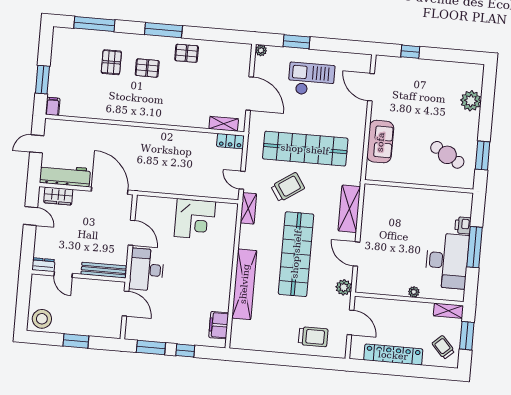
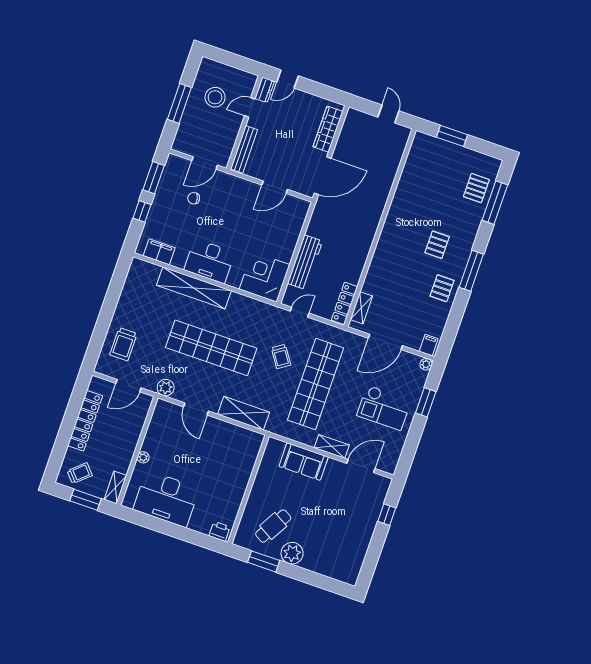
pallet: (111, 62) -> (476, 188), moved, turned 90
checkout: (311, 79) -> (384, 408), turned 90
plant: (471, 101) -> (292, 553), moved
filing cabinet: (53, 106) -> (429, 345), moved, turned -90
locker: (230, 141) -> (344, 303), width x1.53
workbench: (65, 176) -> (305, 262), moved
trolley: (288, 187) -> (281, 356), width x0.73, depth x0.72
wardrobe: (58, 196) -> (328, 129), width x1.50
shelving: (248, 208) -> (332, 446), moved
door: (30, 216) -> (288, 79), moved
corner desk: (195, 219) -> (265, 277), moved, turned 90
printer: (463, 225) -> (220, 531), moved
window: (475, 247) -> (173, 530), removed
door: (356, 254) -> (196, 409), swing flipped
desk: (146, 270) -> (209, 261), moved, turned 180
chair: (161, 305) -> (194, 198), added
stool: (42, 319) -> (215, 97), moved
window: (76, 341) -> (179, 103), width x1.44

